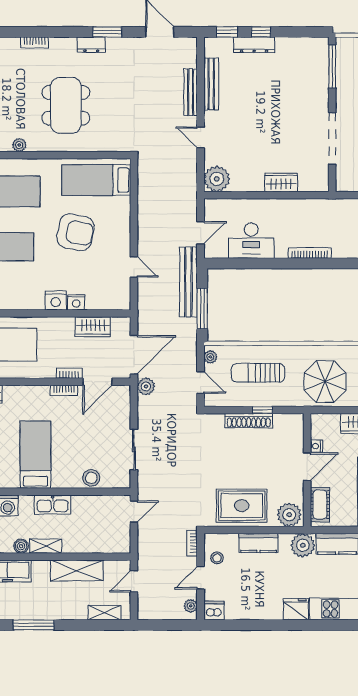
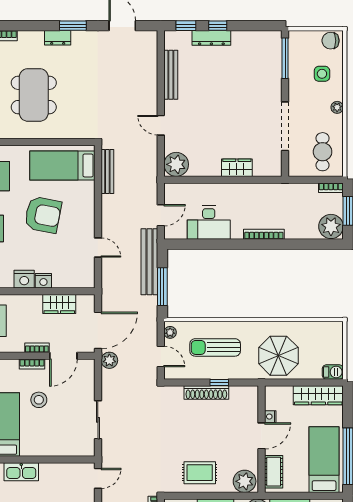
bench: (191, 92) -> (107, 171), moved
stool: (91, 478) -> (39, 400), moved
rug: (242, 506) -> (200, 473), width x0.73, depth x0.70

